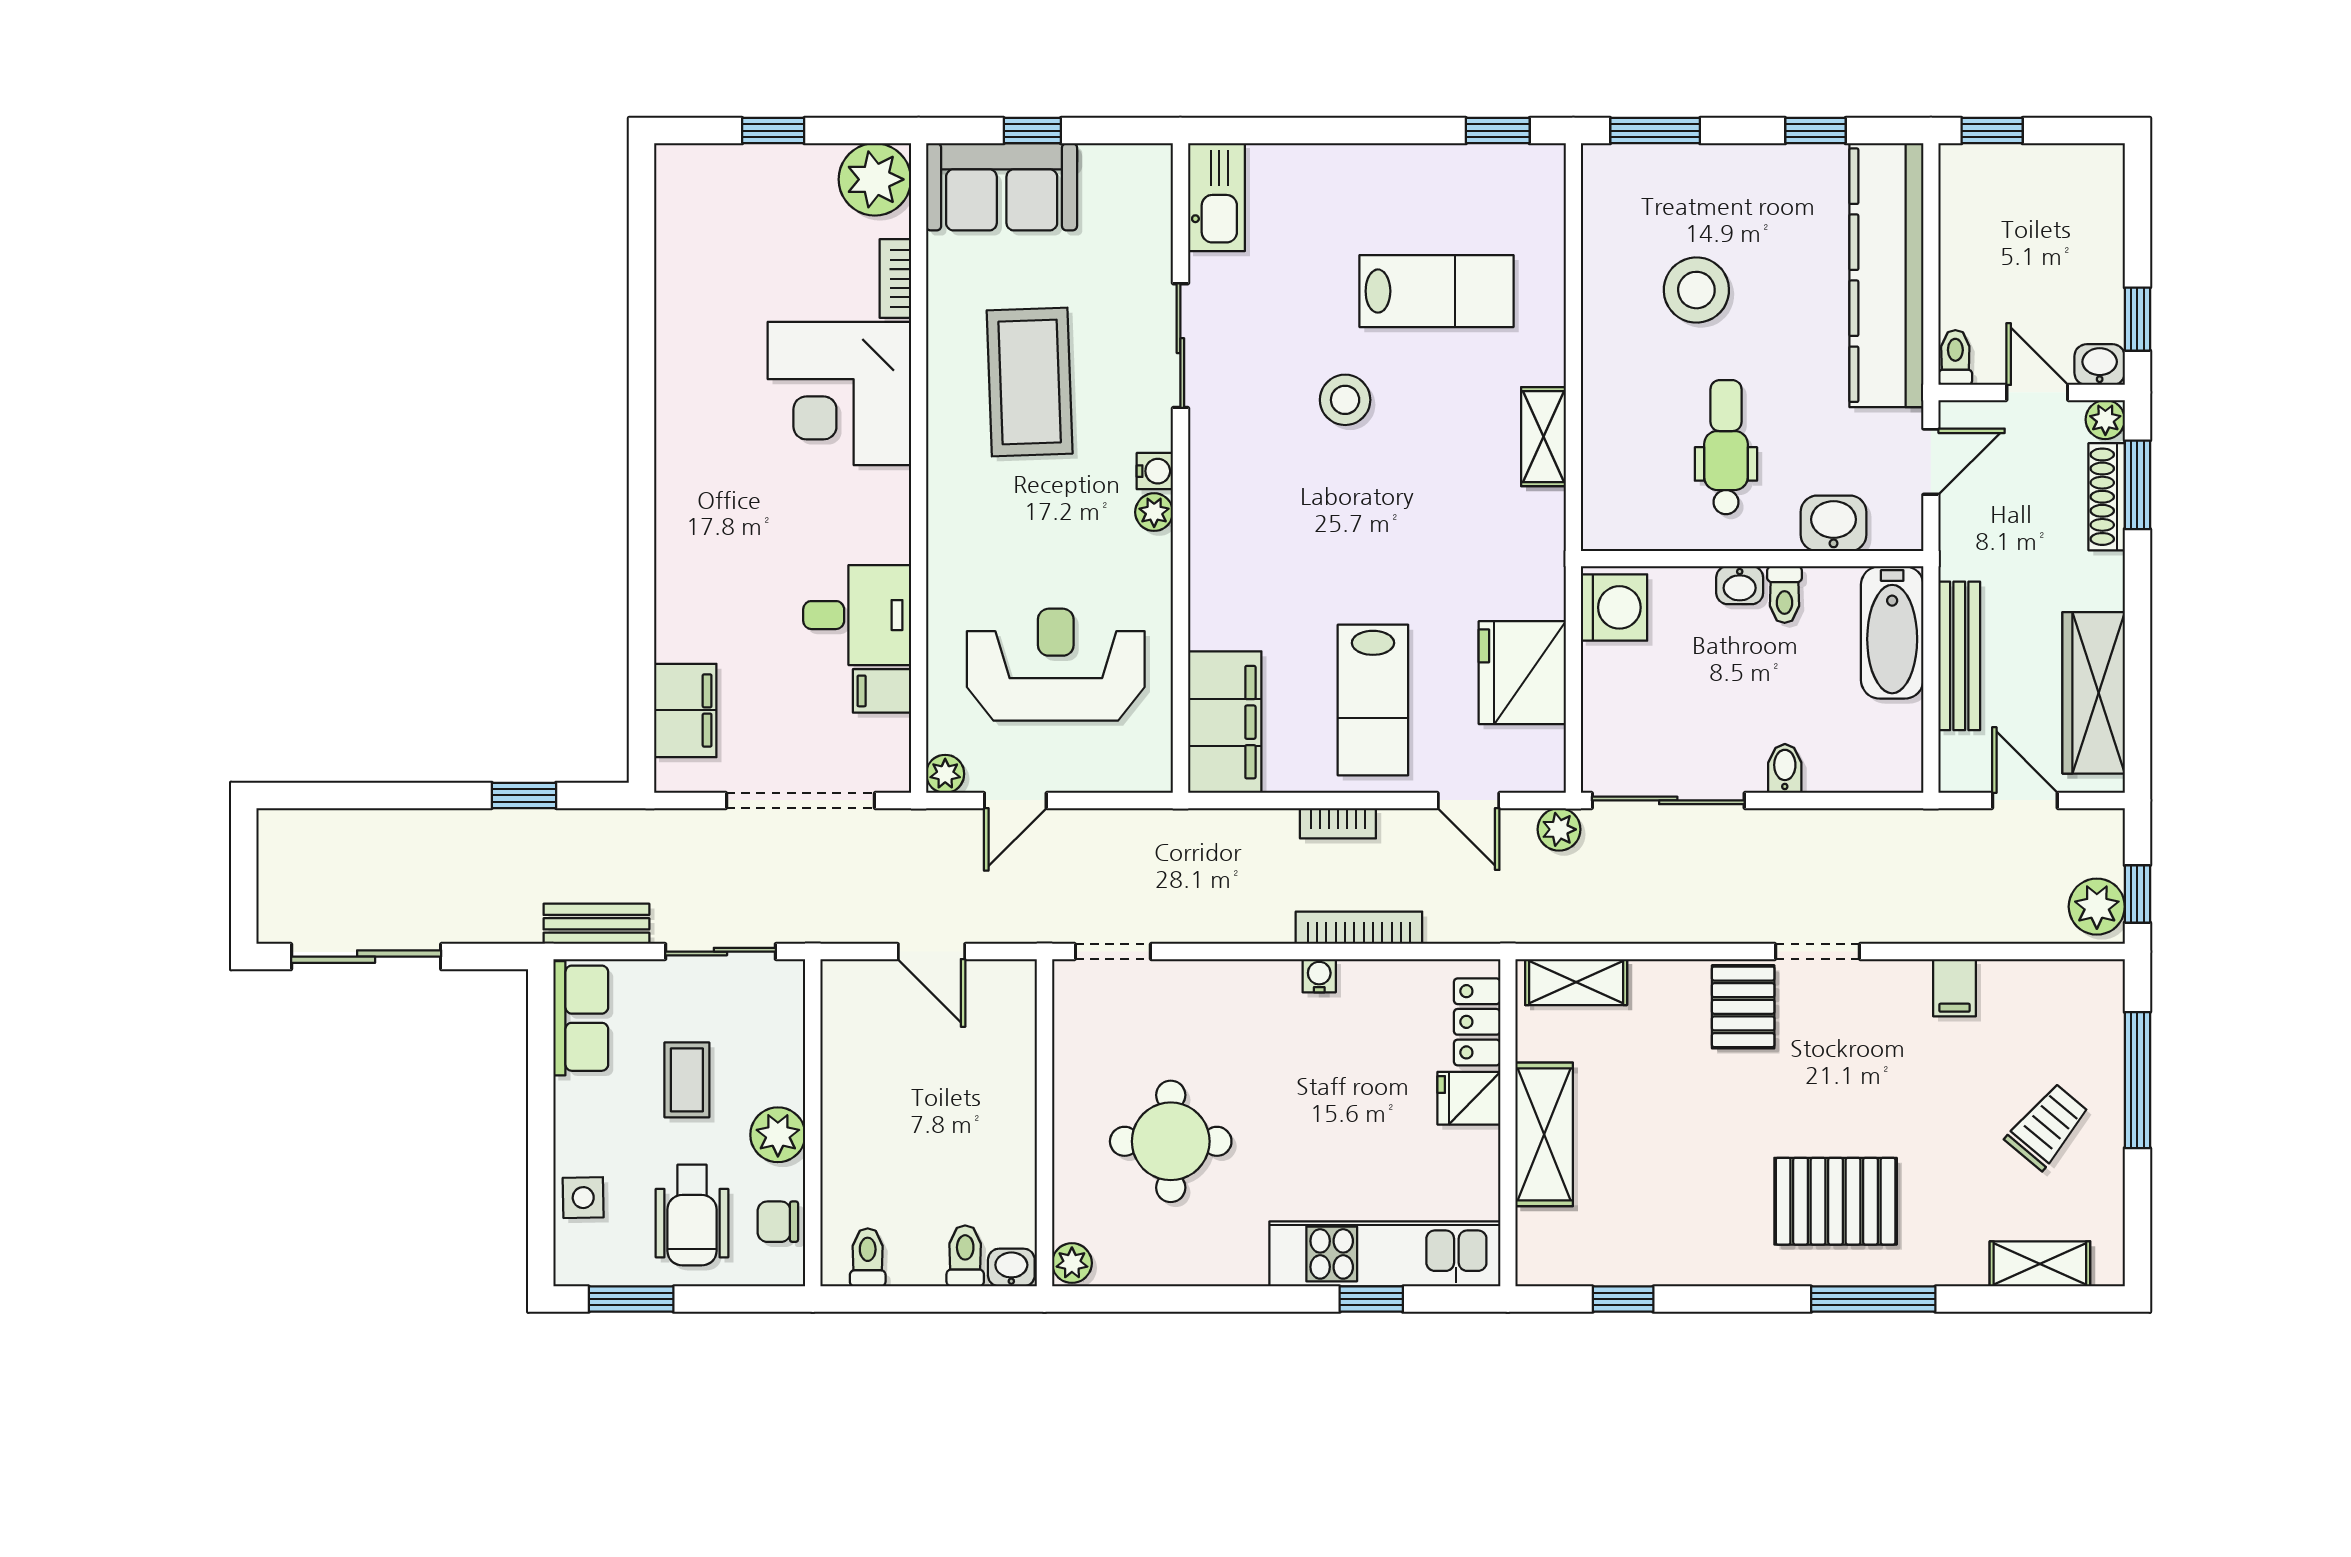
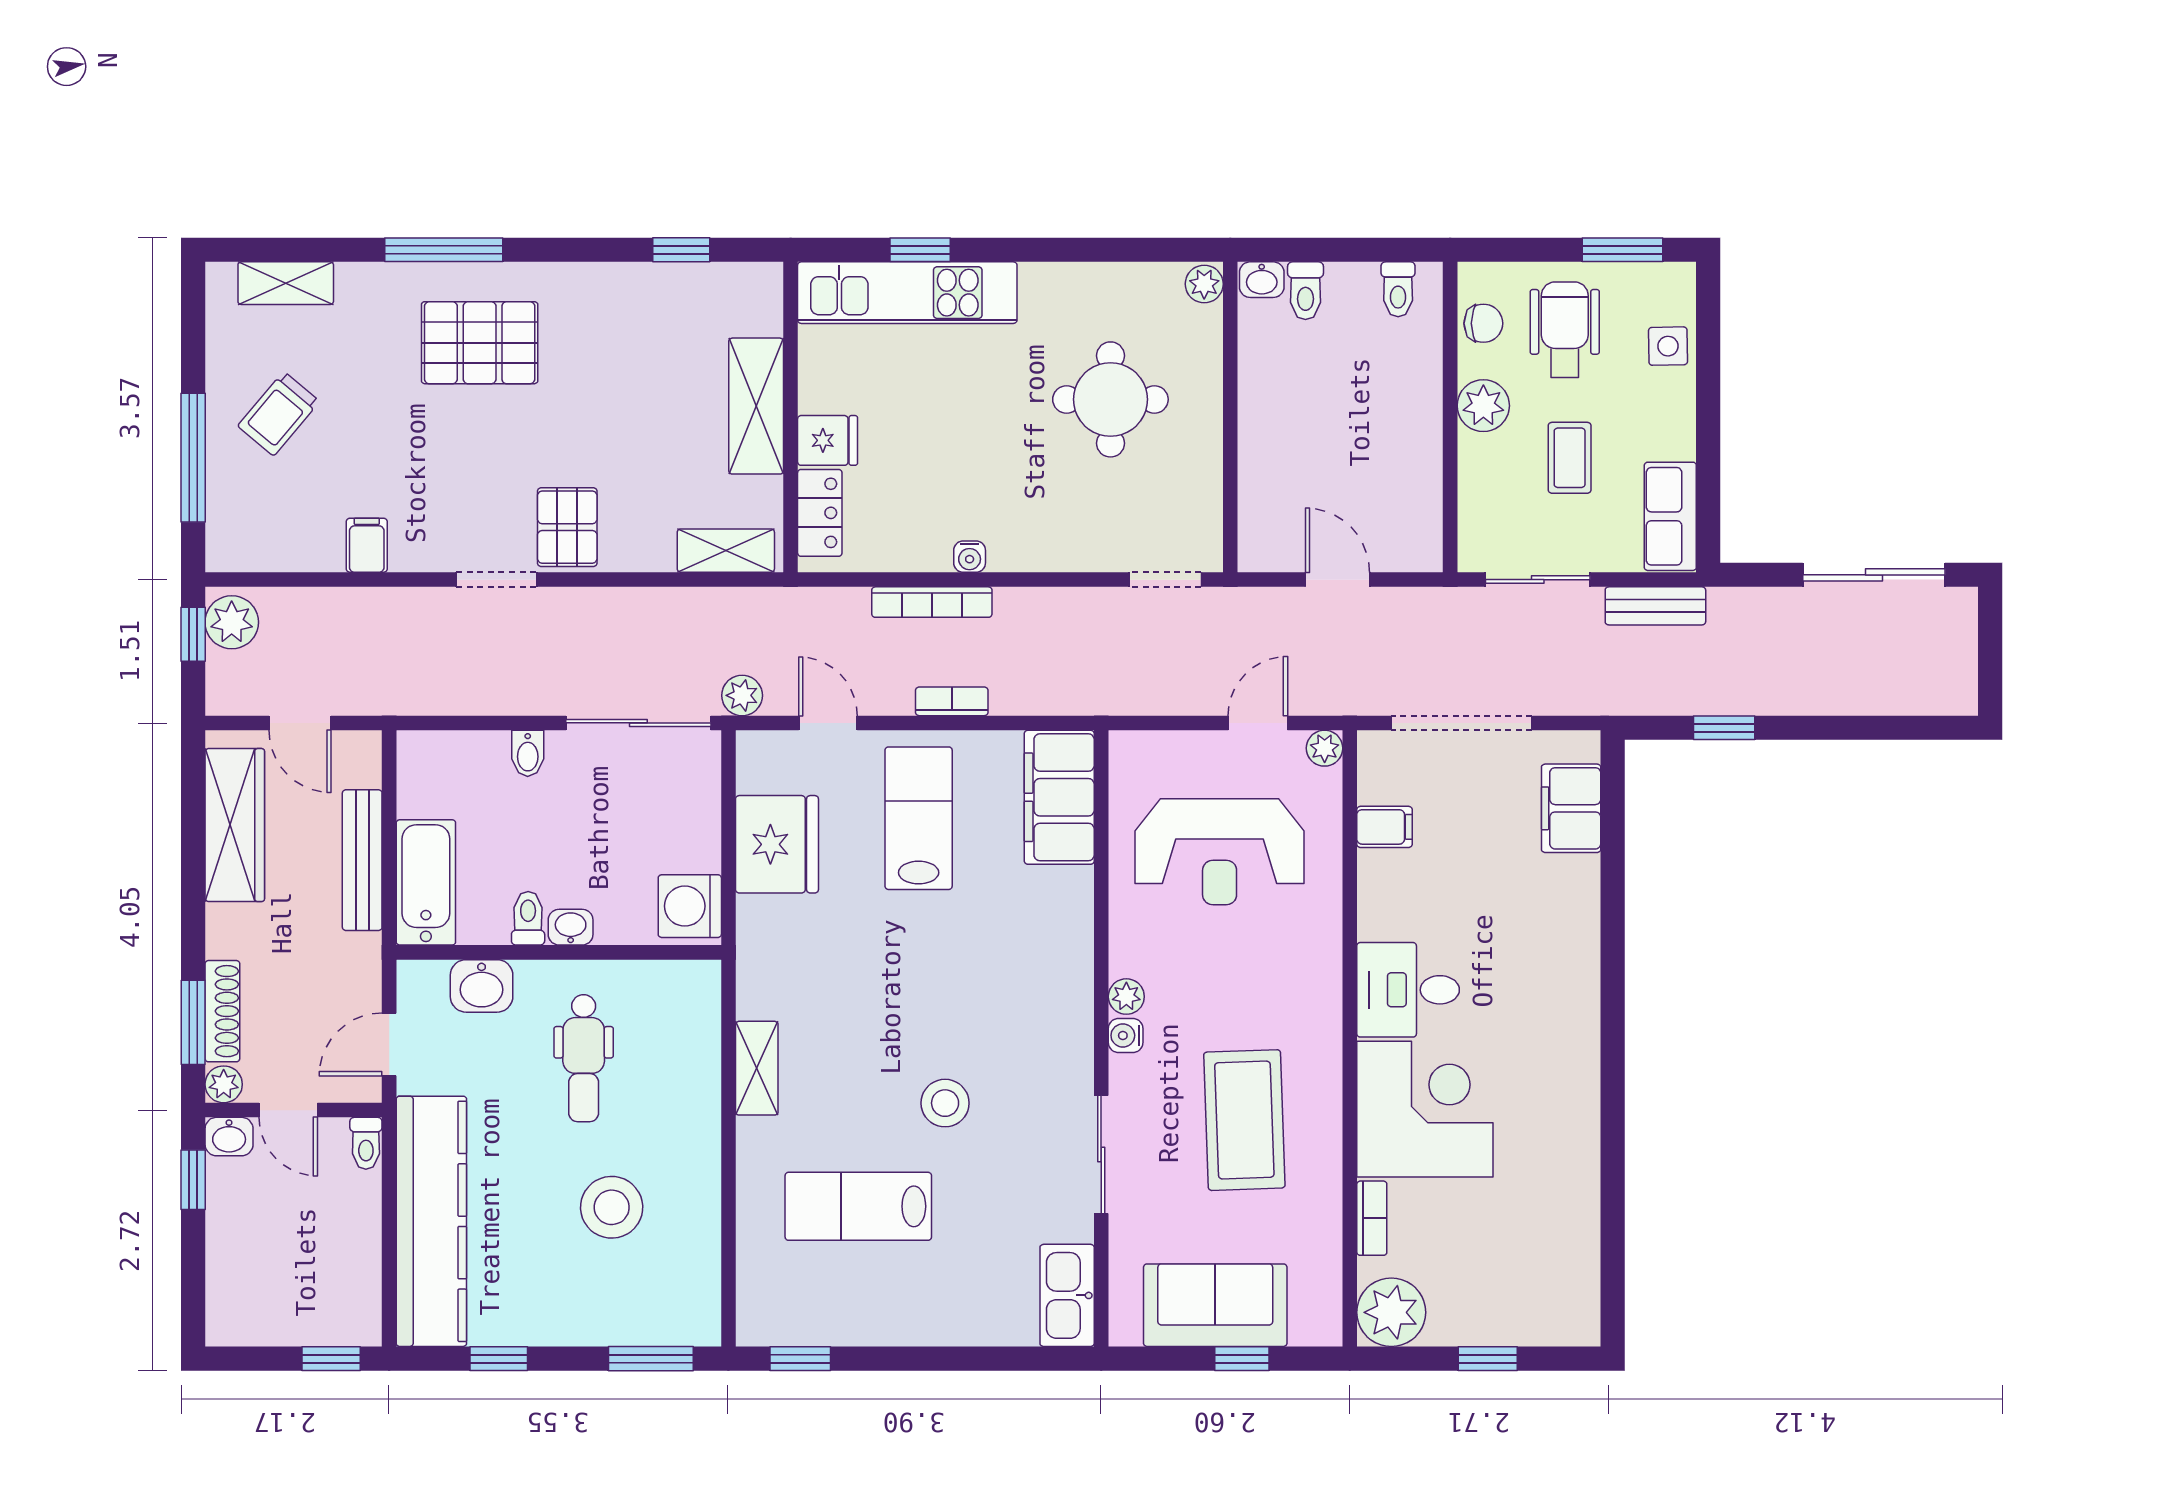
sofa: (1002, 187) -> (1215, 1305), moved
desk: (857, 615) -> (1408, 990), moved

